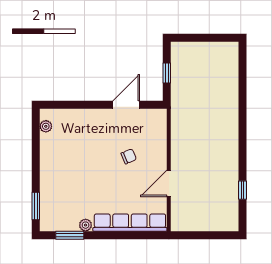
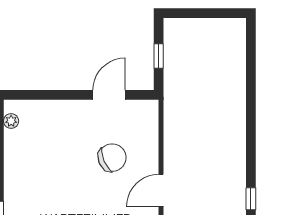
chair: (129, 156) -> (112, 158), width x1.87, depth x1.87

